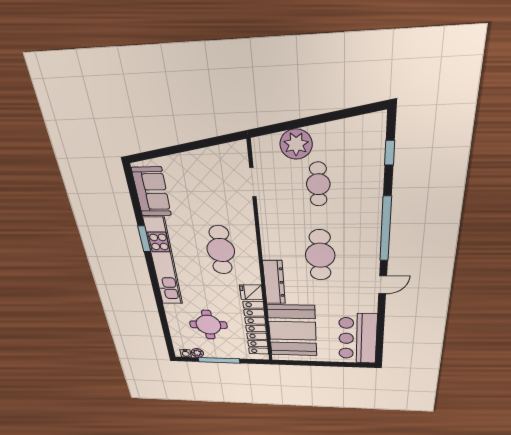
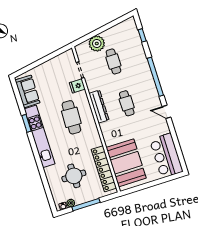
cafe table: (320, 255) -> (127, 103), width x0.73, depth x0.74
dresser: (274, 282) -> (99, 107), moved
door: (383, 285) -> (166, 112), swing flipped
fridge: (251, 292) -> (77, 86), moved

